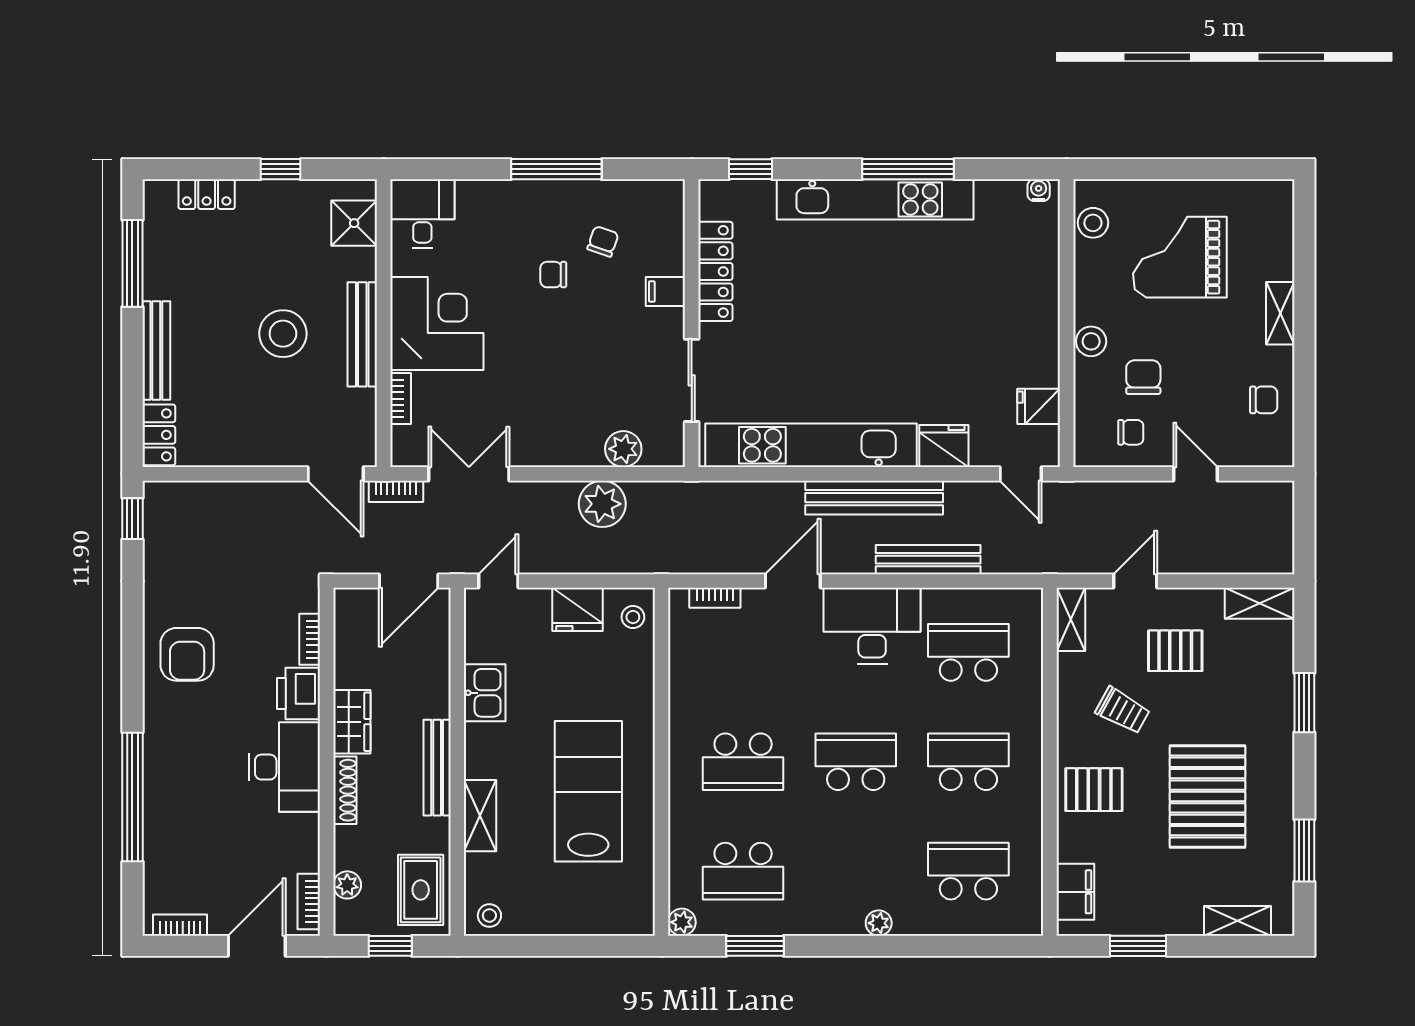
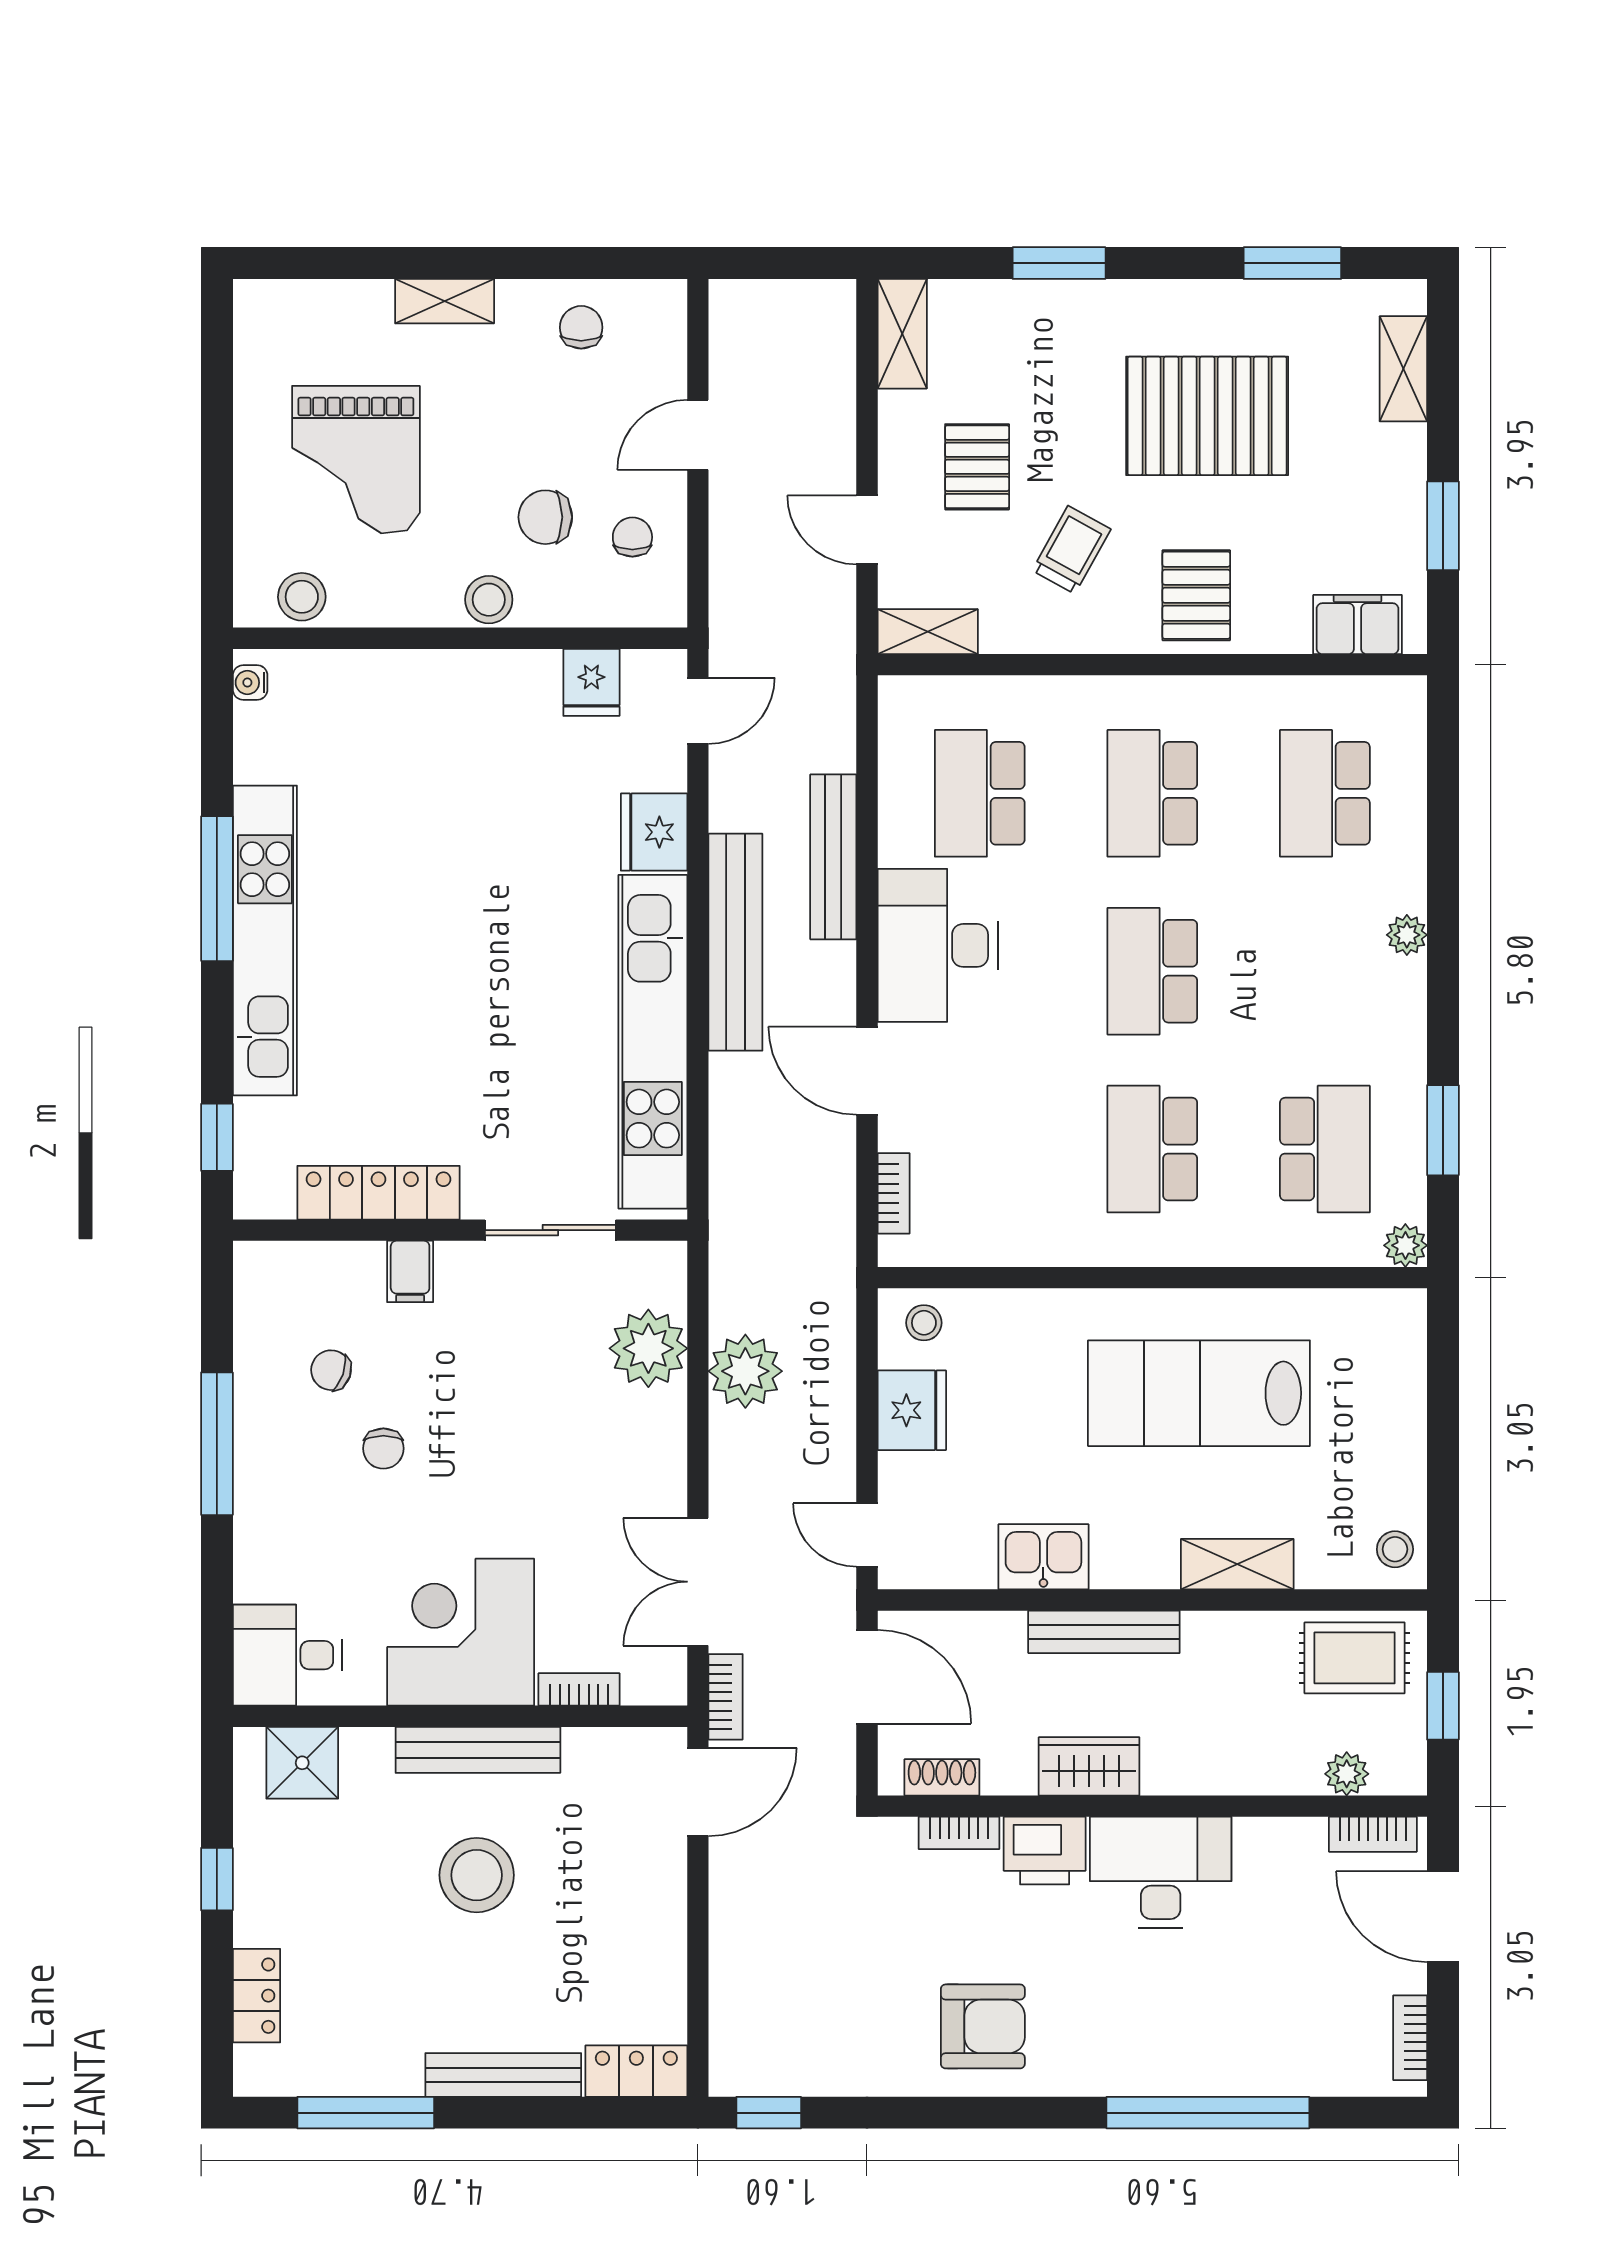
plant: (623, 449) -> (648, 1348), width x1.36, depth x1.36
school desk: (743, 762) -> (1152, 1149), turned 180
bench: (437, 768) -> (1104, 1632), moved
shoe rack: (345, 790) -> (942, 1777), moved, width x0.70

